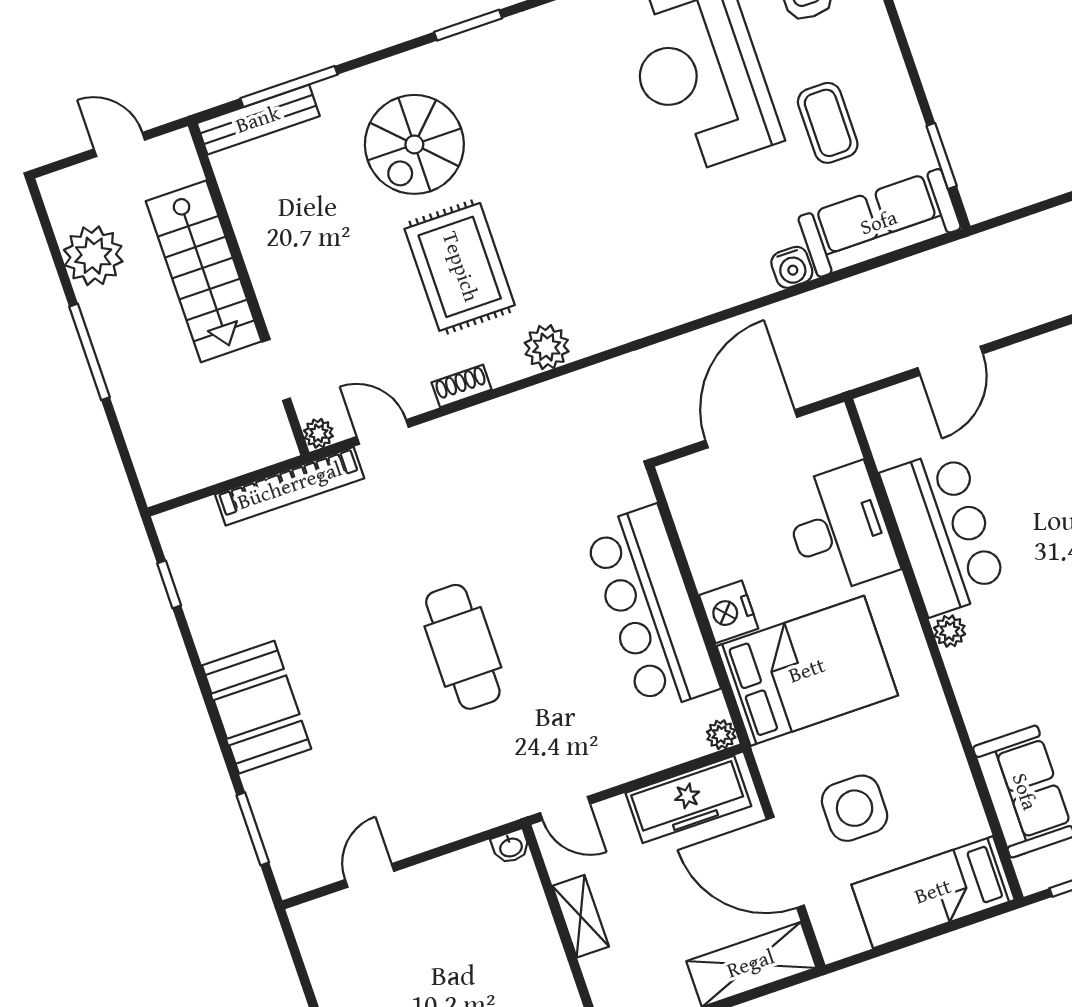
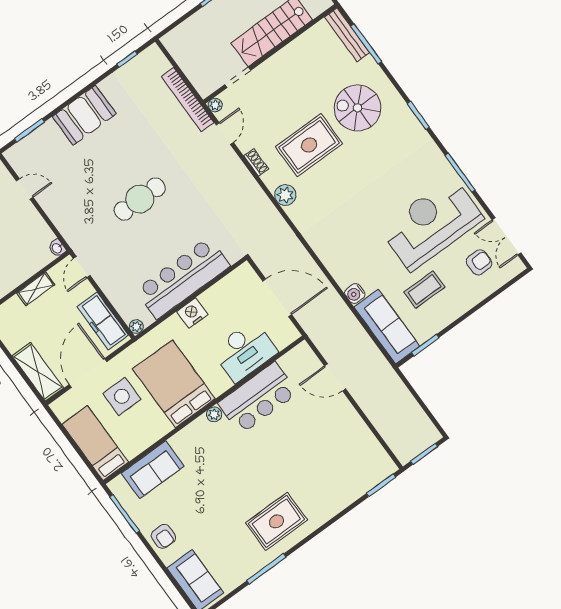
bed: (807, 671) -> (174, 384), moved, turned 180

